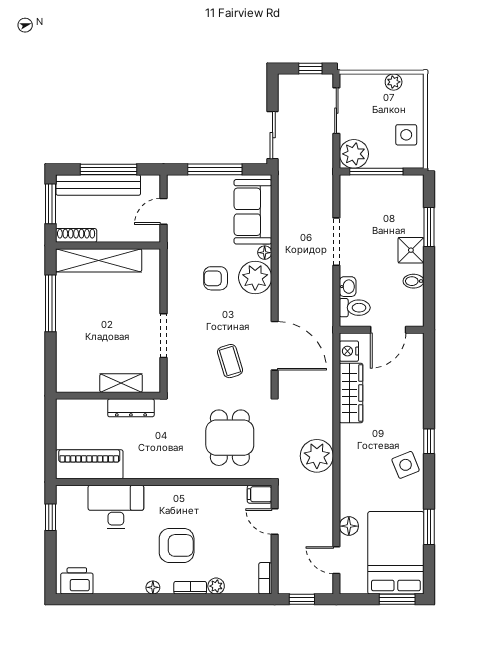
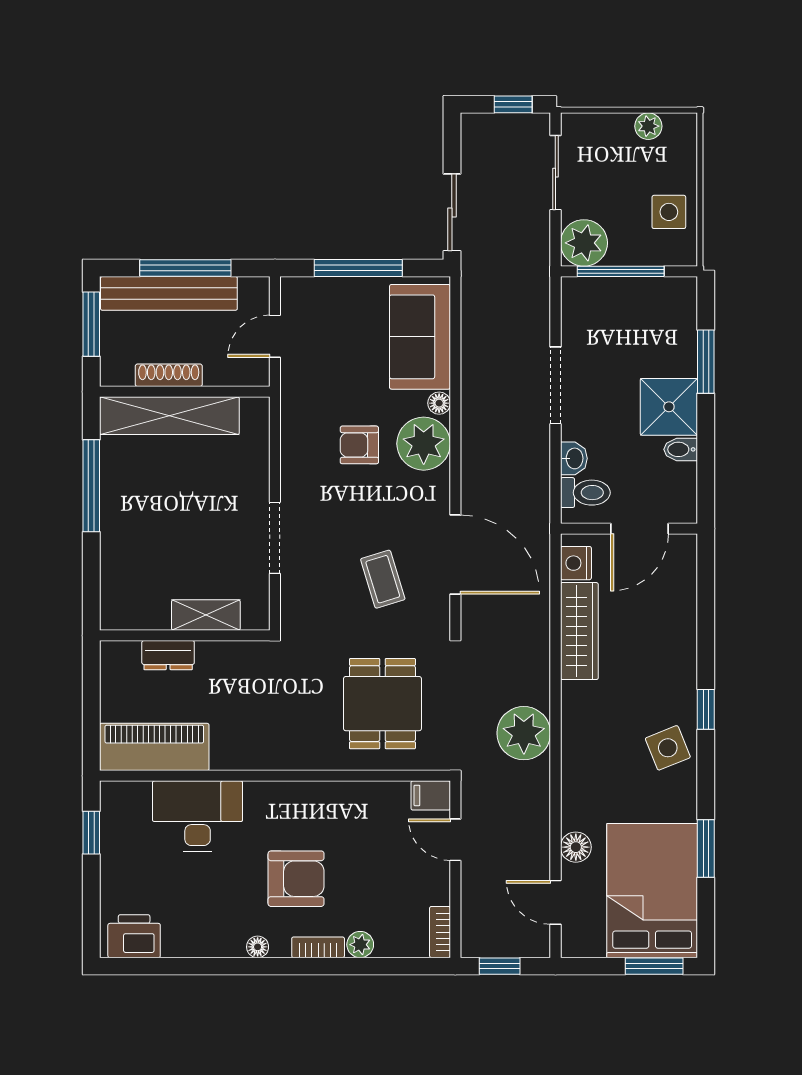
shoe rack: (76, 235) -> (169, 375), moved
shower: (411, 250) -> (669, 407), width x1.36, depth x1.36
dresser: (131, 408) -> (168, 655), moved, width x0.70

